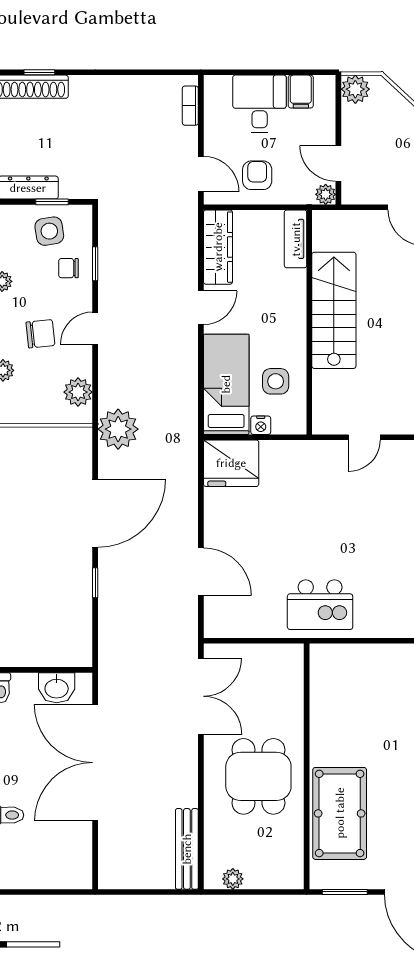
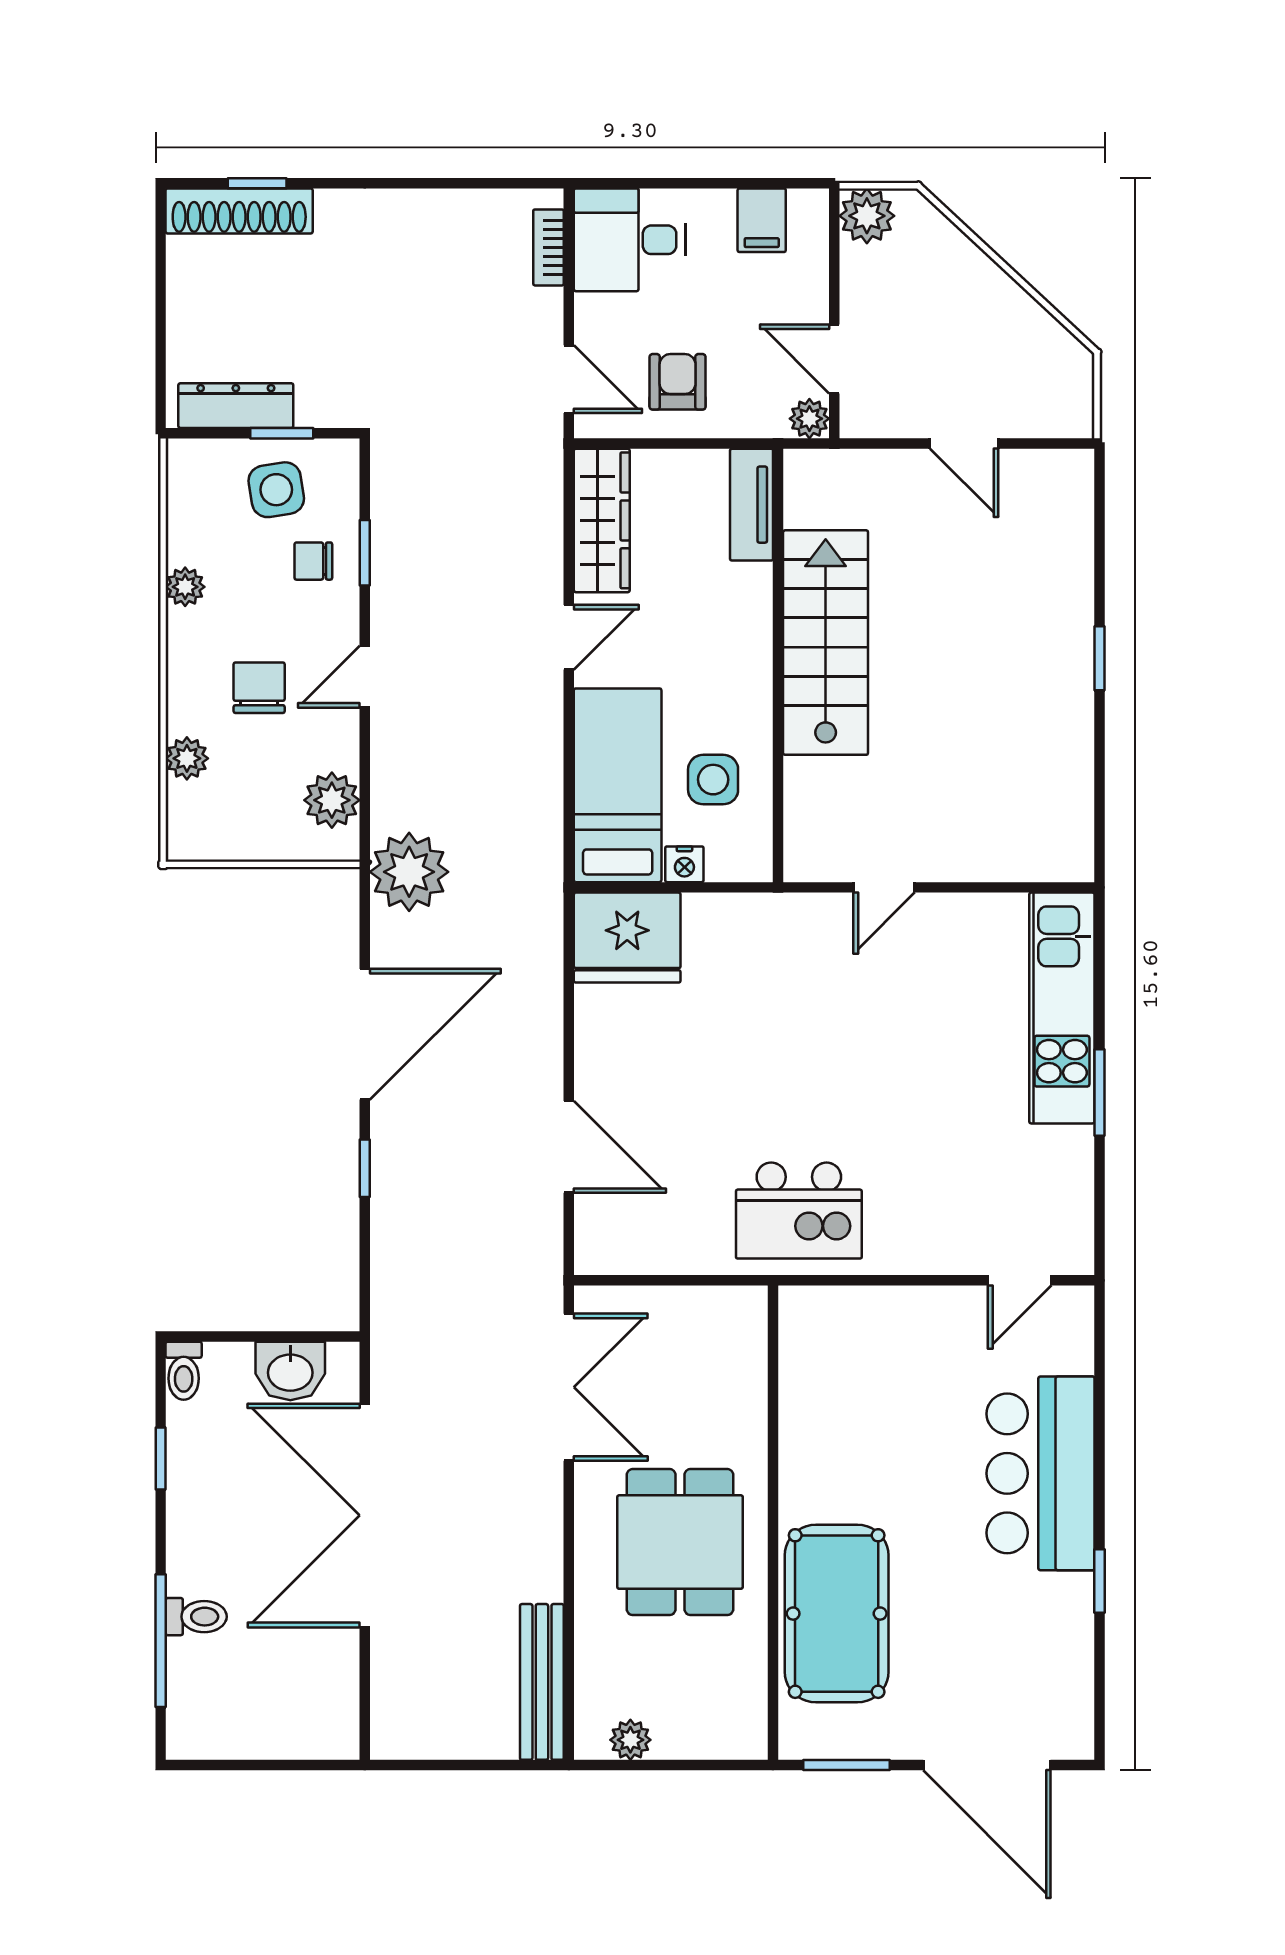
desk: (260, 104) -> (630, 240), moved, turned -90
chair: (40, 334) -> (259, 688), turned -84

